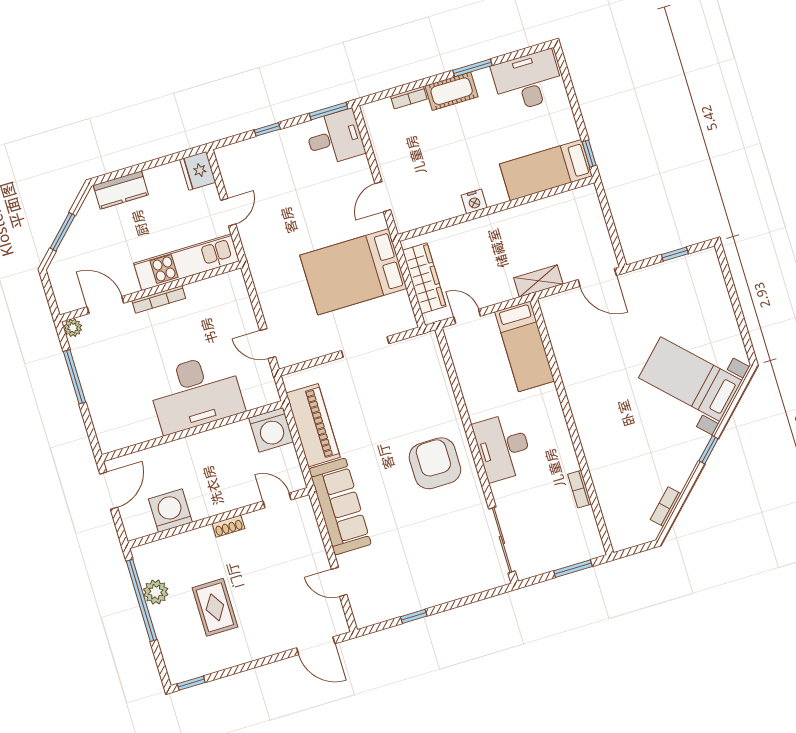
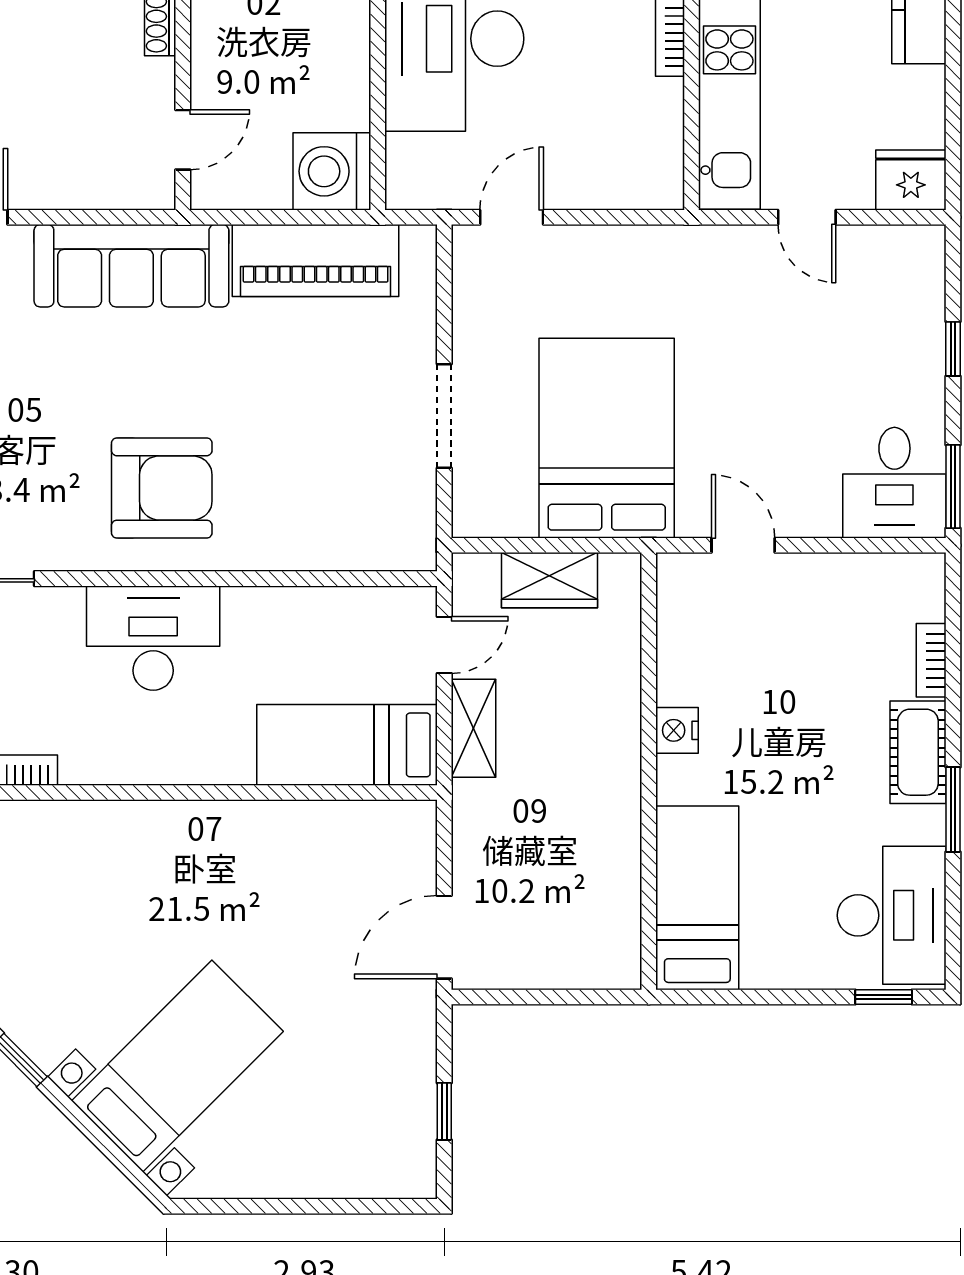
window: (589, 154) -> (884, 997), moved
wardrobe: (424, 278) -> (550, 580), width x0.67
shelving: (538, 281) -> (473, 728), moved

